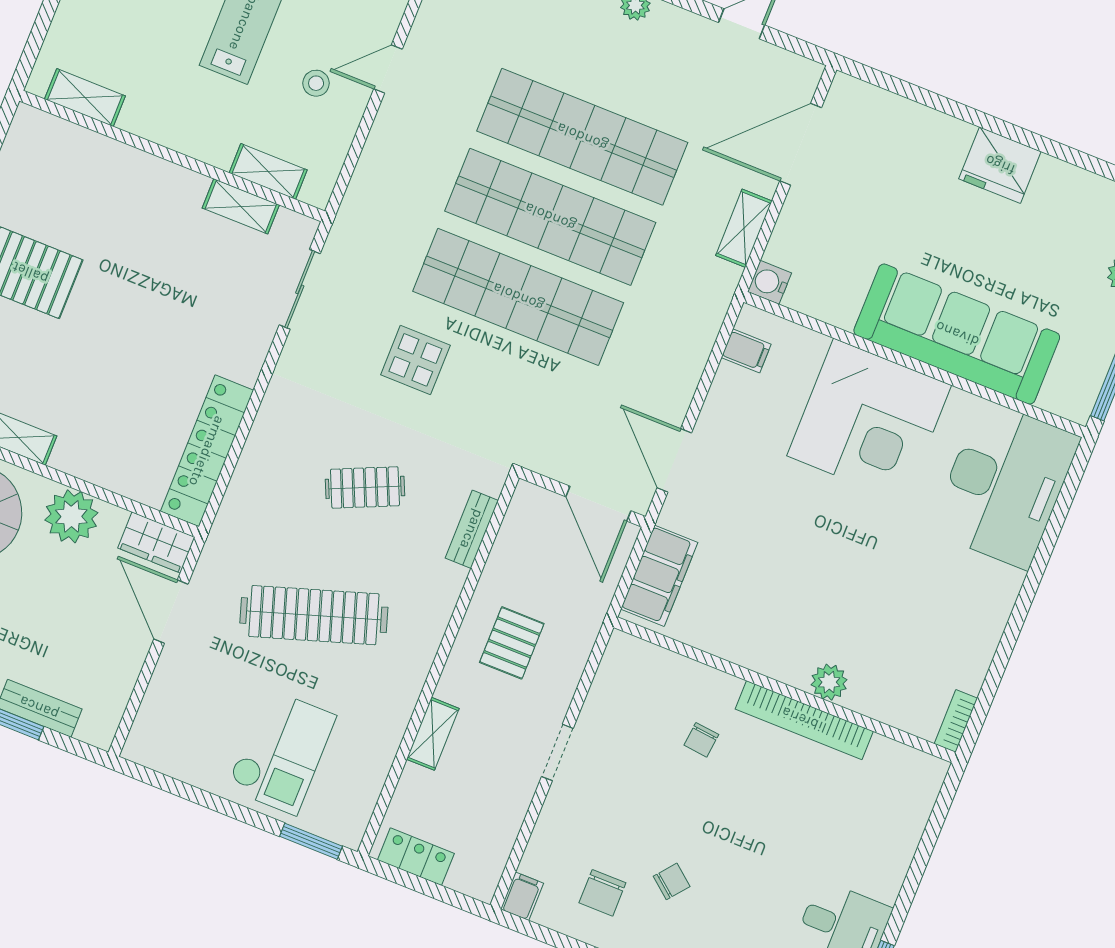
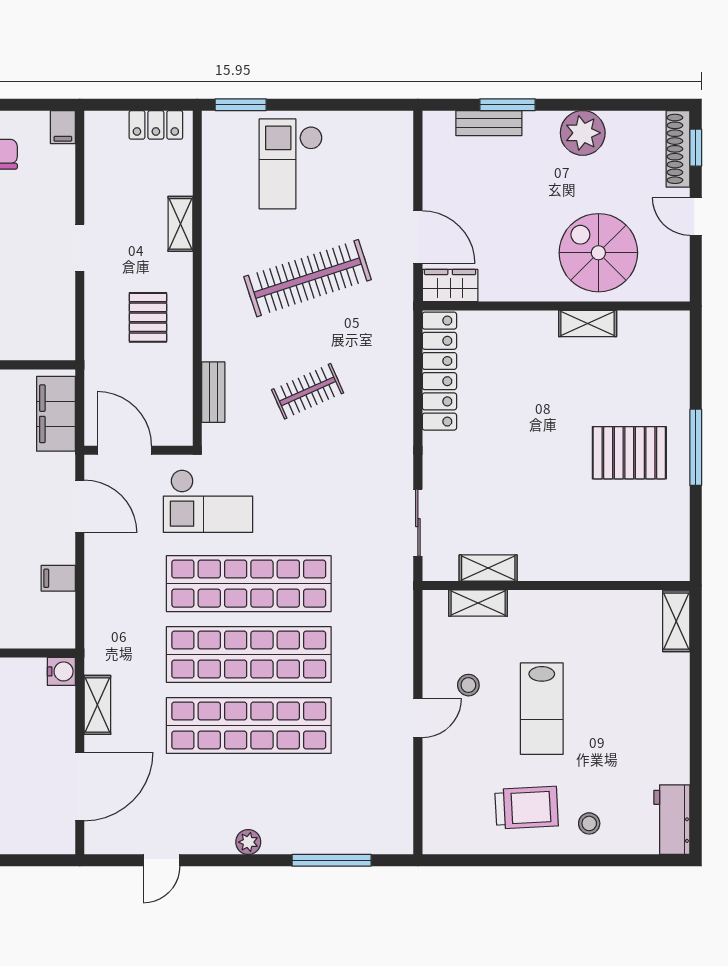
shelving: (85, 98) -> (676, 621), moved, turned 90
filing cabinet: (746, 351) -> (58, 578), moved
display table: (415, 360) -> (308, 504), removed
checkout: (527, 408) -> (208, 501), added
plant: (71, 516) -> (523, 280), removed

